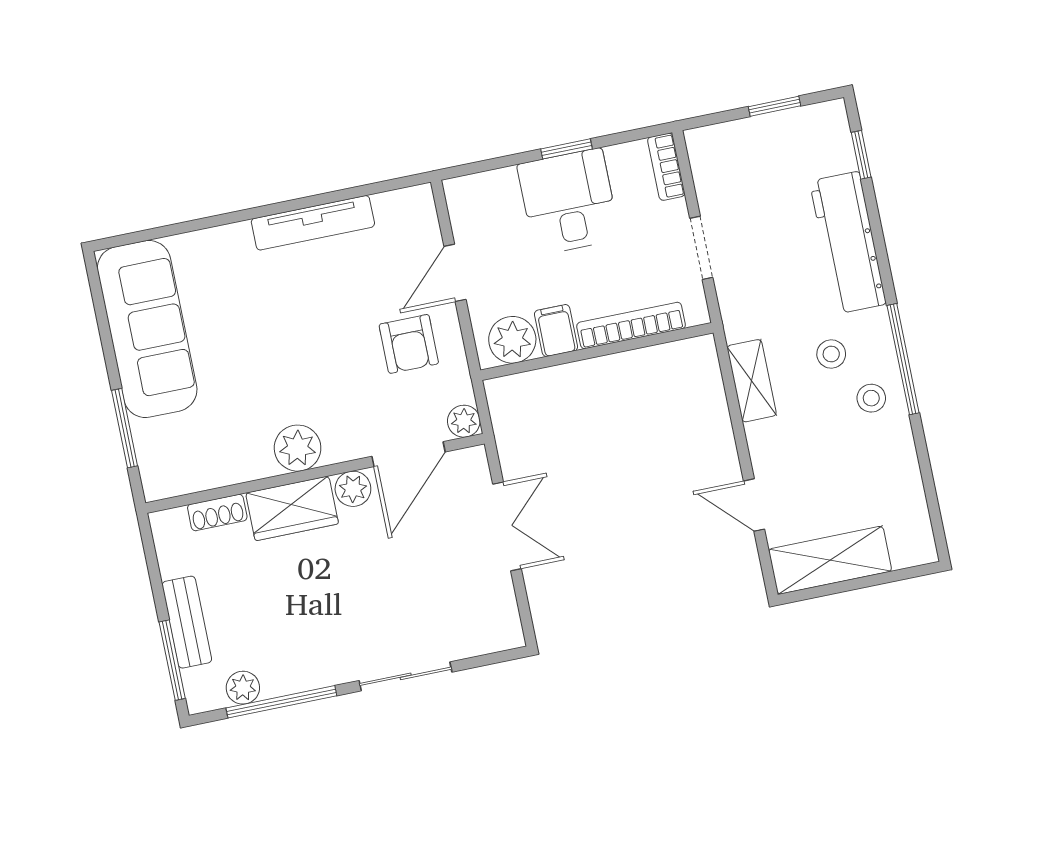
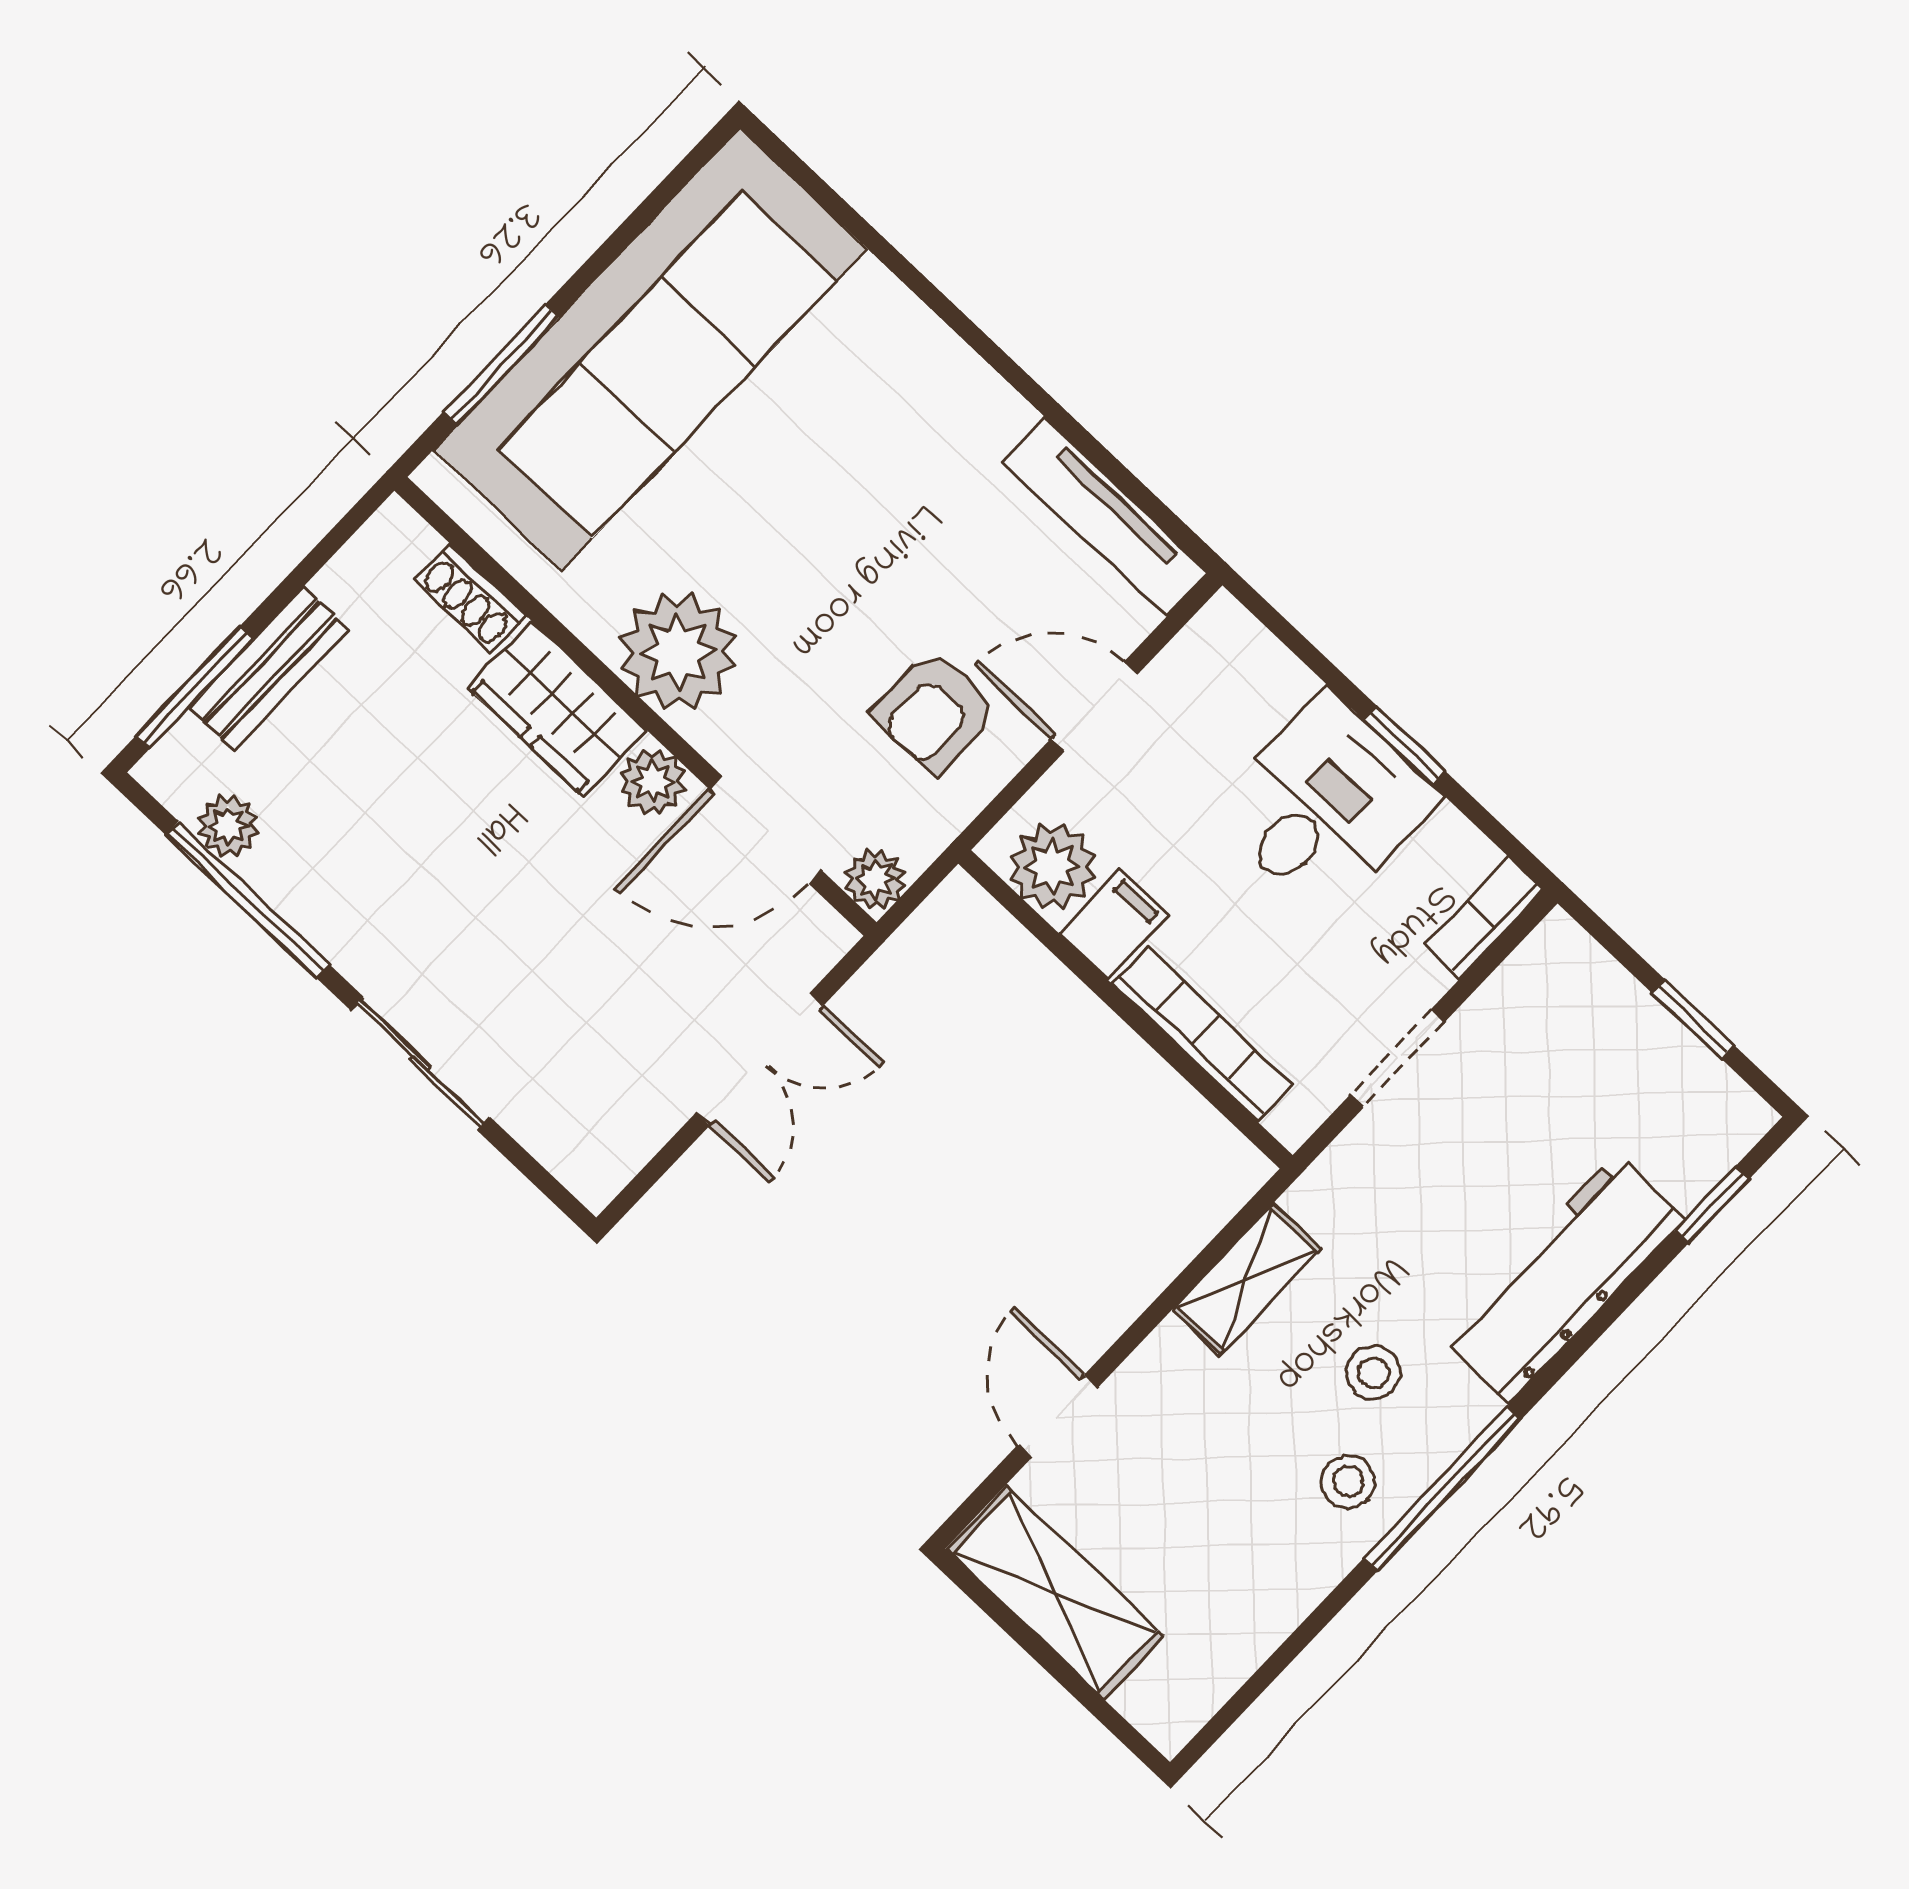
tv unit: (313, 223) -> (1106, 517), moved
sofa: (147, 329) -> (651, 349), width x1.36, depth x1.27
plant: (298, 448) -> (678, 652), width x1.36, depth x1.36

